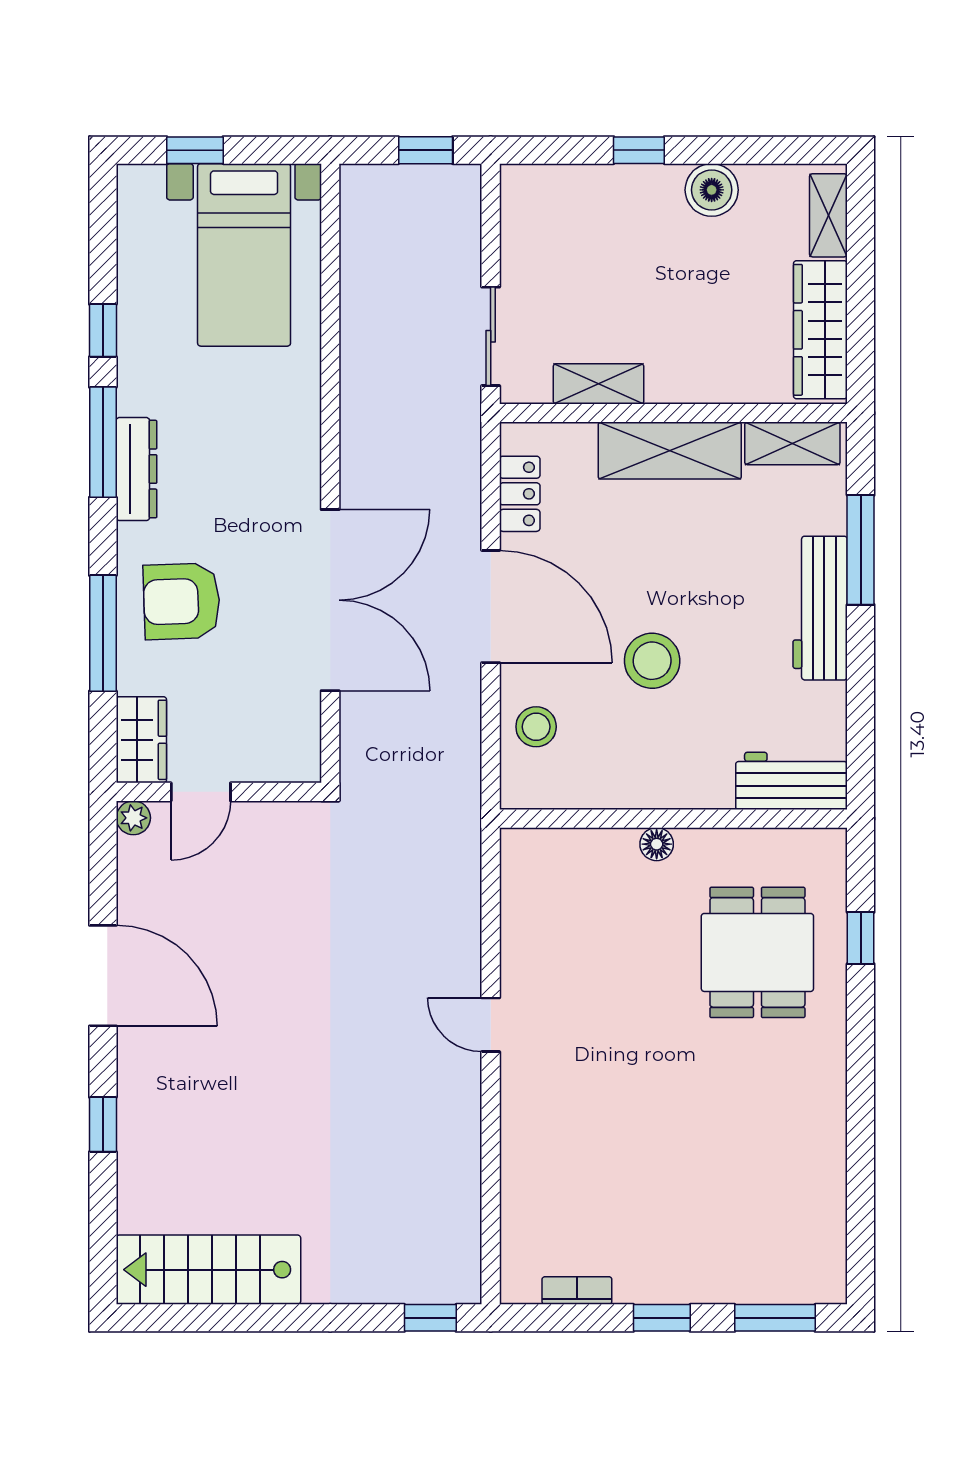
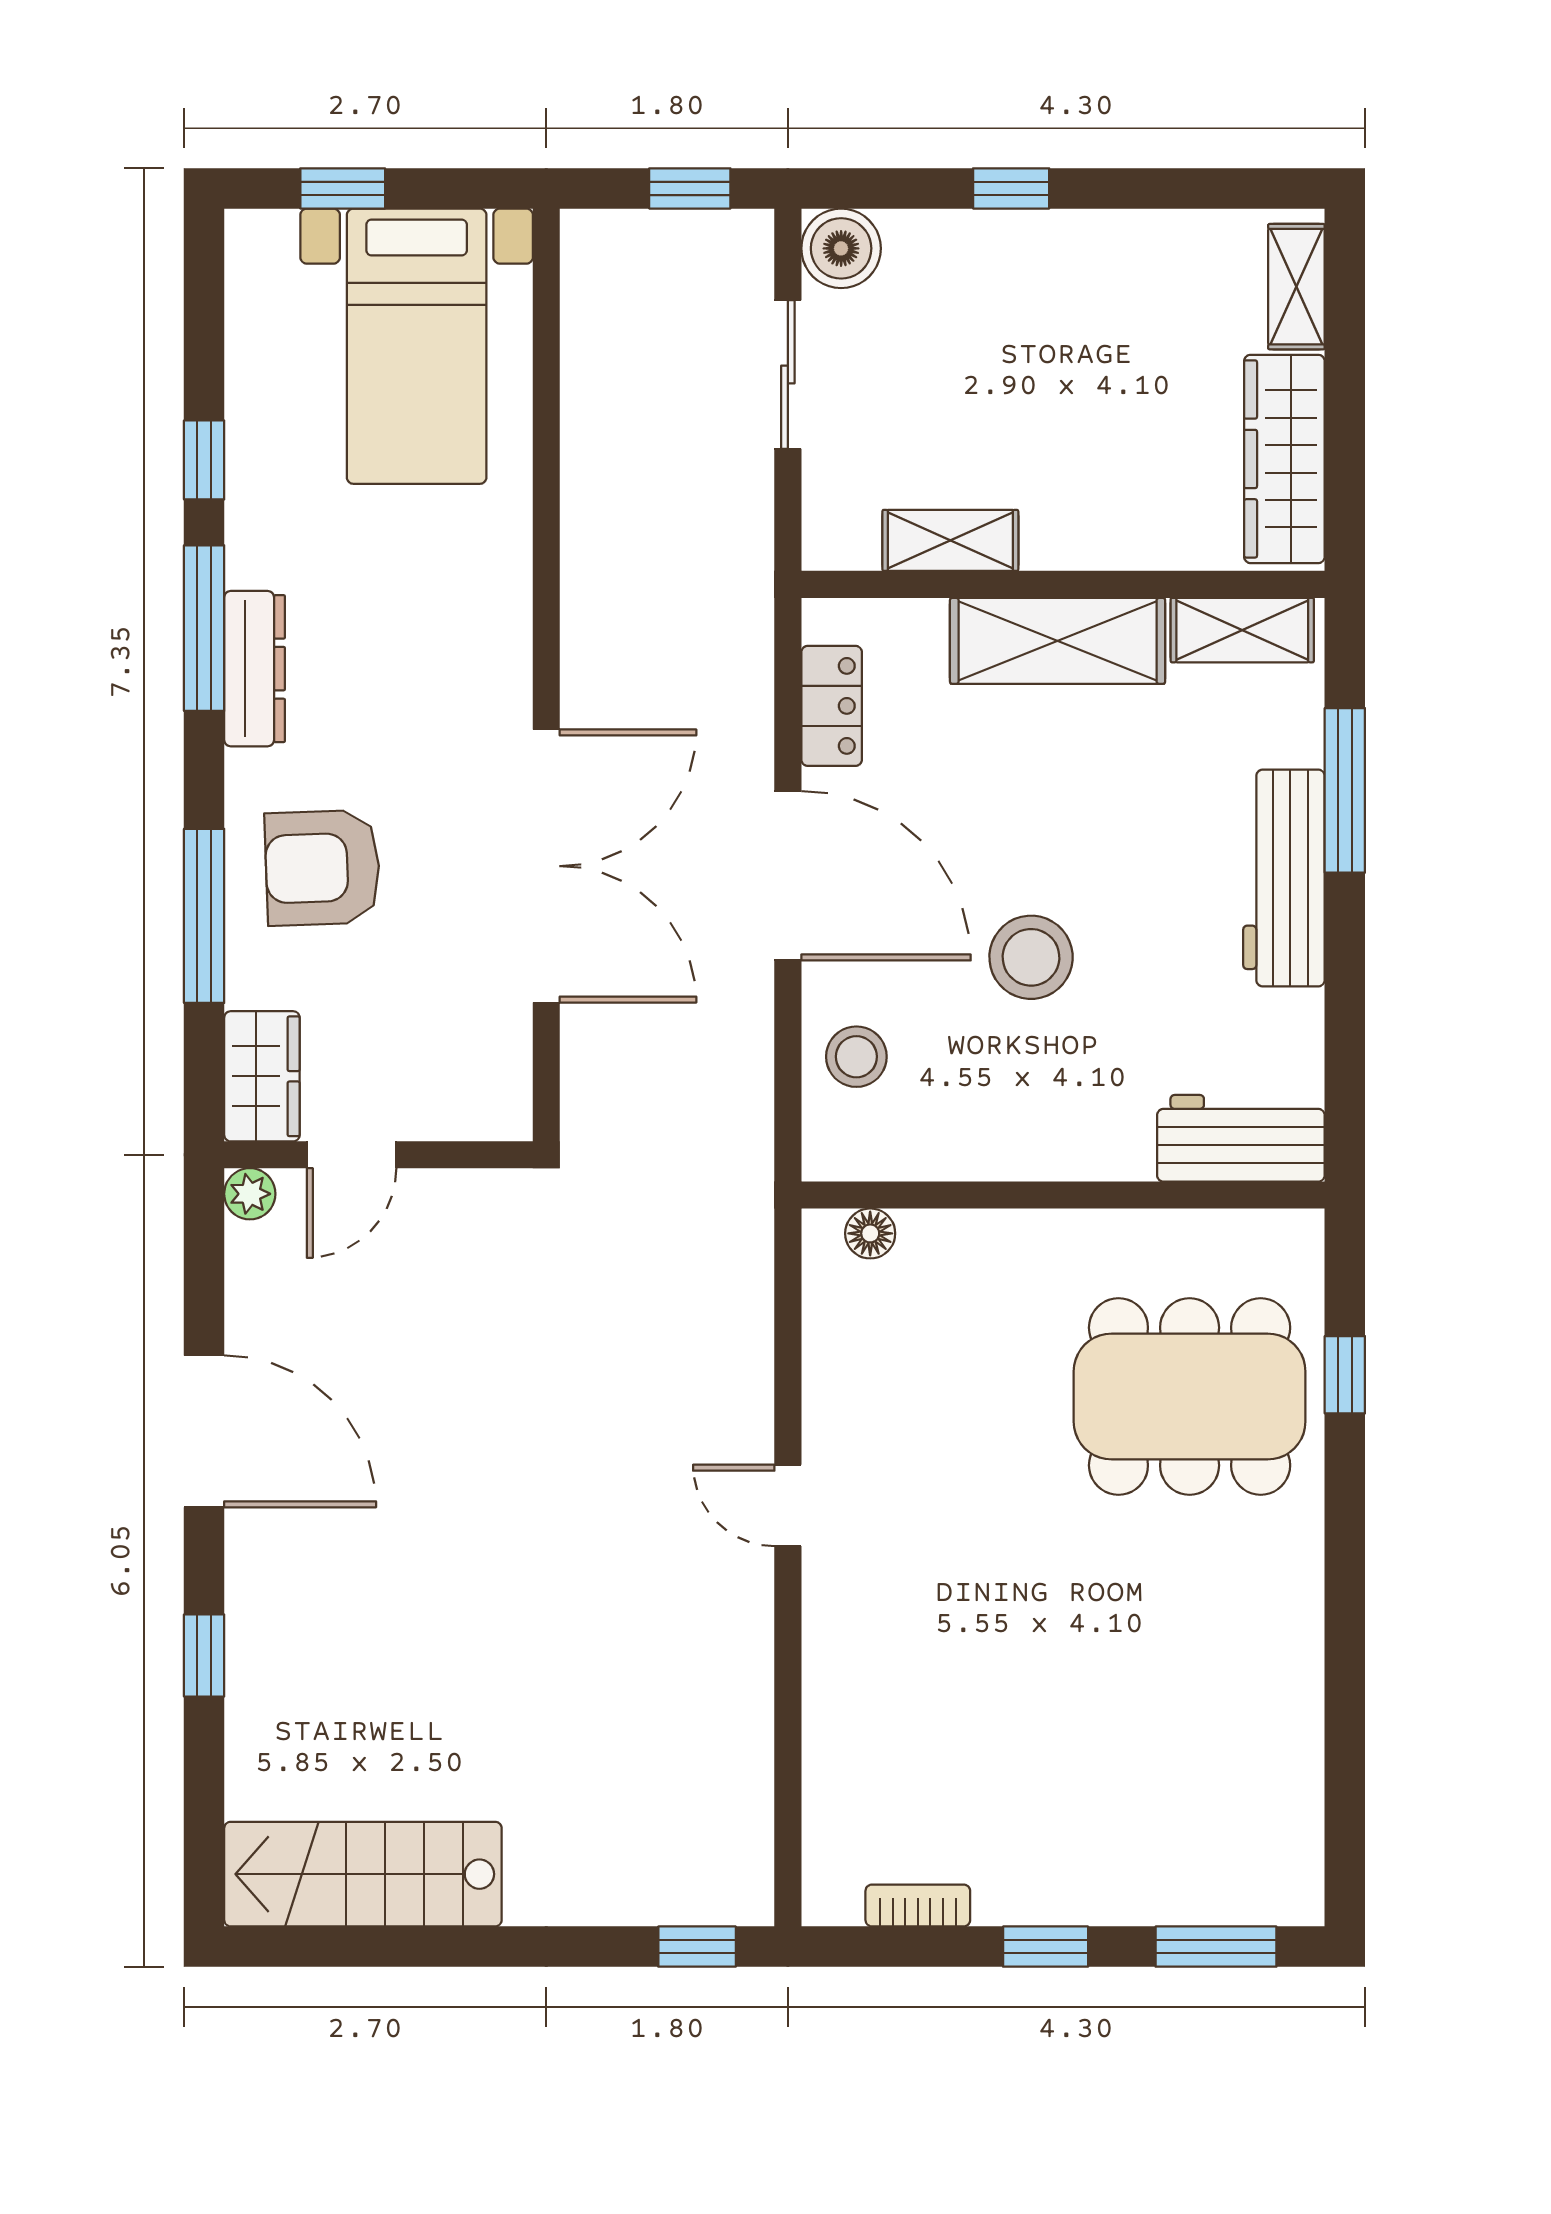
boiler: (712, 190) -> (841, 248), moved
sliding door: (491, 336) -> (788, 375), moved
floor lamp: (657, 844) -> (870, 1233), moved
dining table: (757, 952) -> (1190, 1396), width x1.38

